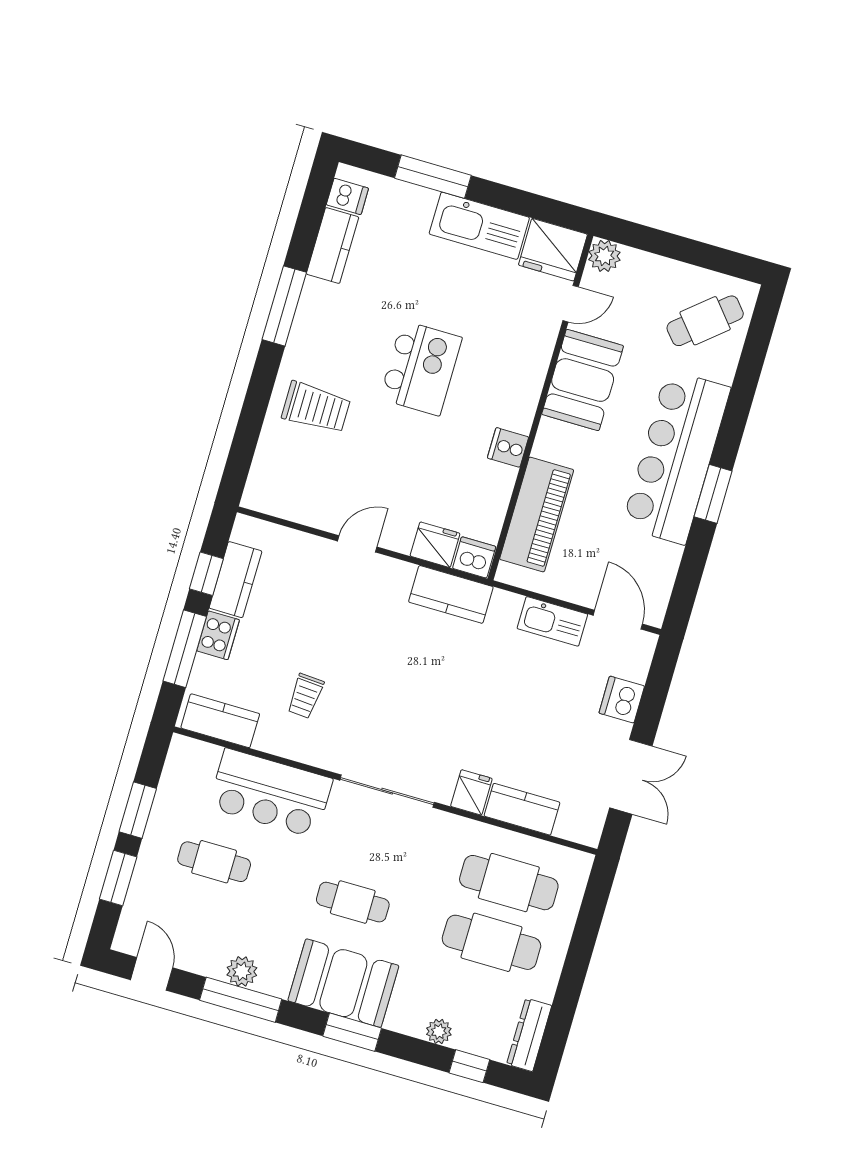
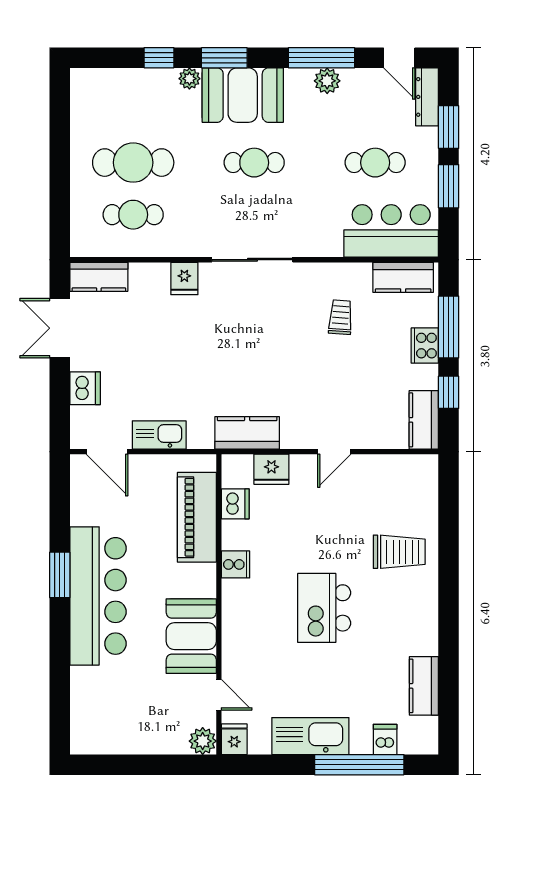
window: (433, 177) -> (359, 765), width x1.46
dishwasher: (347, 196) -> (385, 739), moved, turned 90
fridge: (553, 250) -> (234, 739), width x0.53, depth x0.75
door: (571, 304) -> (219, 695), swing flipped
window: (284, 306) -> (449, 626), removed
cafe table: (705, 321) -> (107, 712), removed
trolley: (316, 408) -> (399, 552), turned 180
dishwasher: (474, 557) -> (235, 504), moved, turned -90
kitchen counter: (235, 580) -> (424, 420), moved
bar counter: (270, 793) -> (391, 231), moved
kitchen counter: (522, 809) -> (99, 277), moved
cafe table: (509, 883) -> (133, 215), width x0.73, depth x0.74
plant: (439, 1031) -> (189, 79), moved
dresser: (529, 1035) -> (427, 97), moved, turned 180
window: (469, 1066) -> (159, 58), moved

